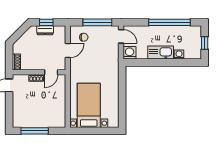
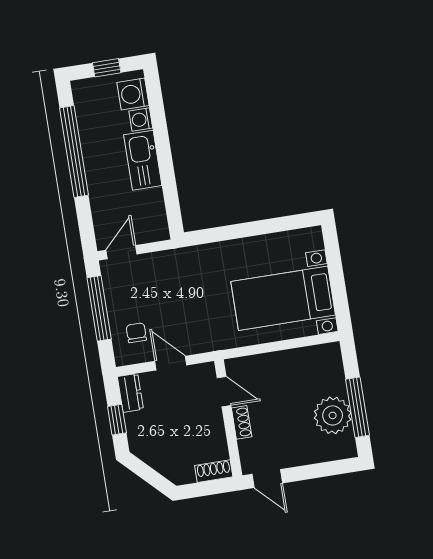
dresser: (45, 30) -> (130, 393), moved
washing machine: (130, 53) -> (133, 94), moved
plant: (33, 119) -> (333, 415), added

